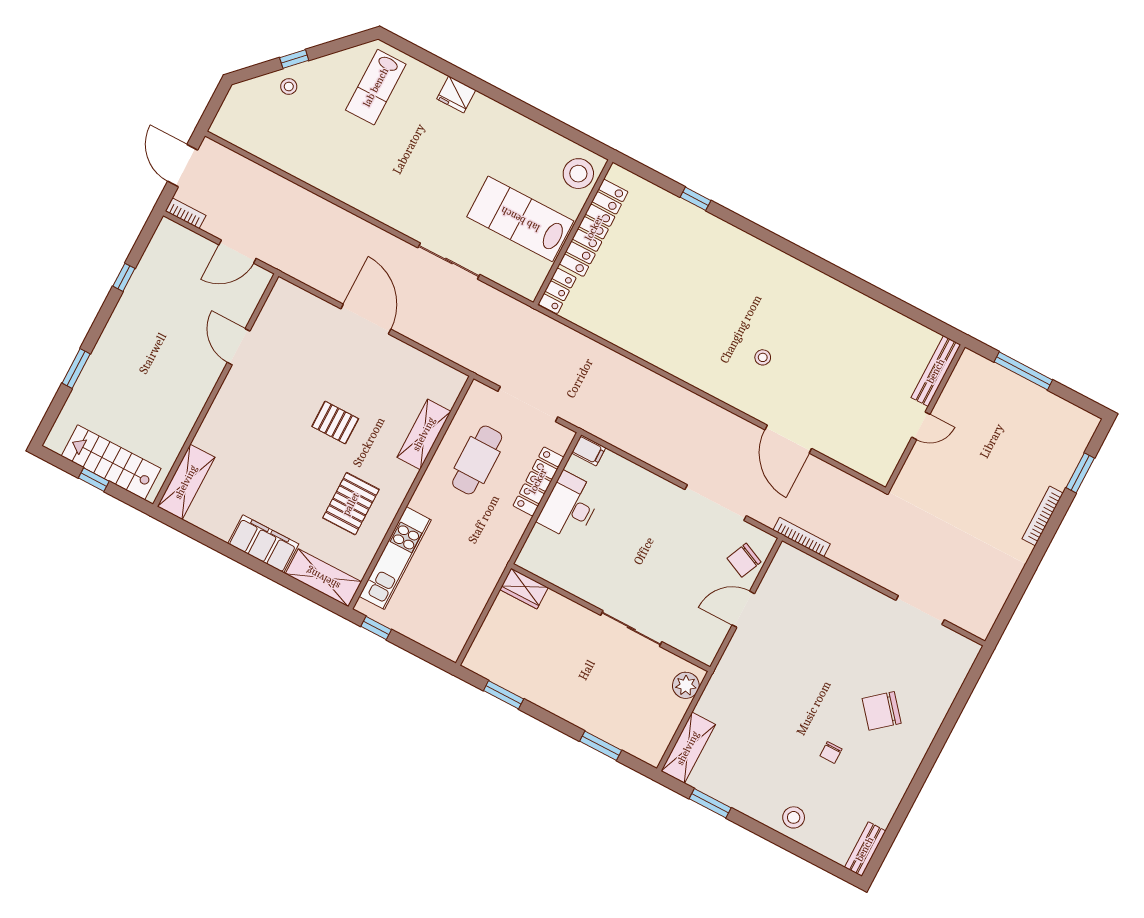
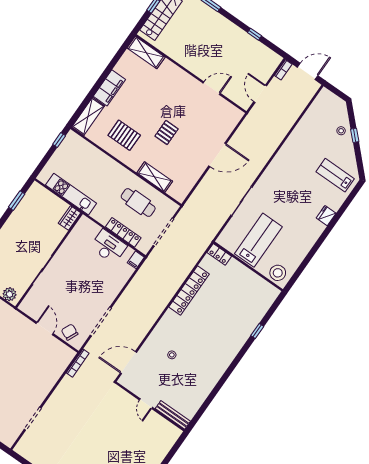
locker: (594, 228) -> (189, 291), moved, turned -90
bench: (936, 371) -> (173, 415), moved
wall: (925, 417) -> (150, 407), moved
door: (921, 426) -> (146, 404), moved
kitchen unit: (395, 558) -> (71, 194), moved, turned 180

